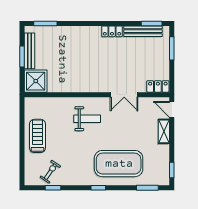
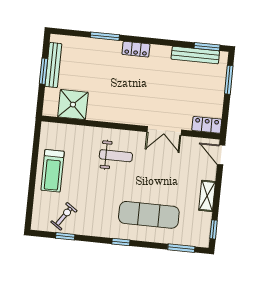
window: (45, 23) -> (105, 36), moved
locker: (112, 31) -> (136, 49), moved
shower: (36, 81) -> (73, 105), moved
shelving: (164, 131) -> (207, 196), moved
treadmill: (38, 136) -> (53, 171), turned 180
exercise mat: (119, 164) -> (149, 215), width x0.68

